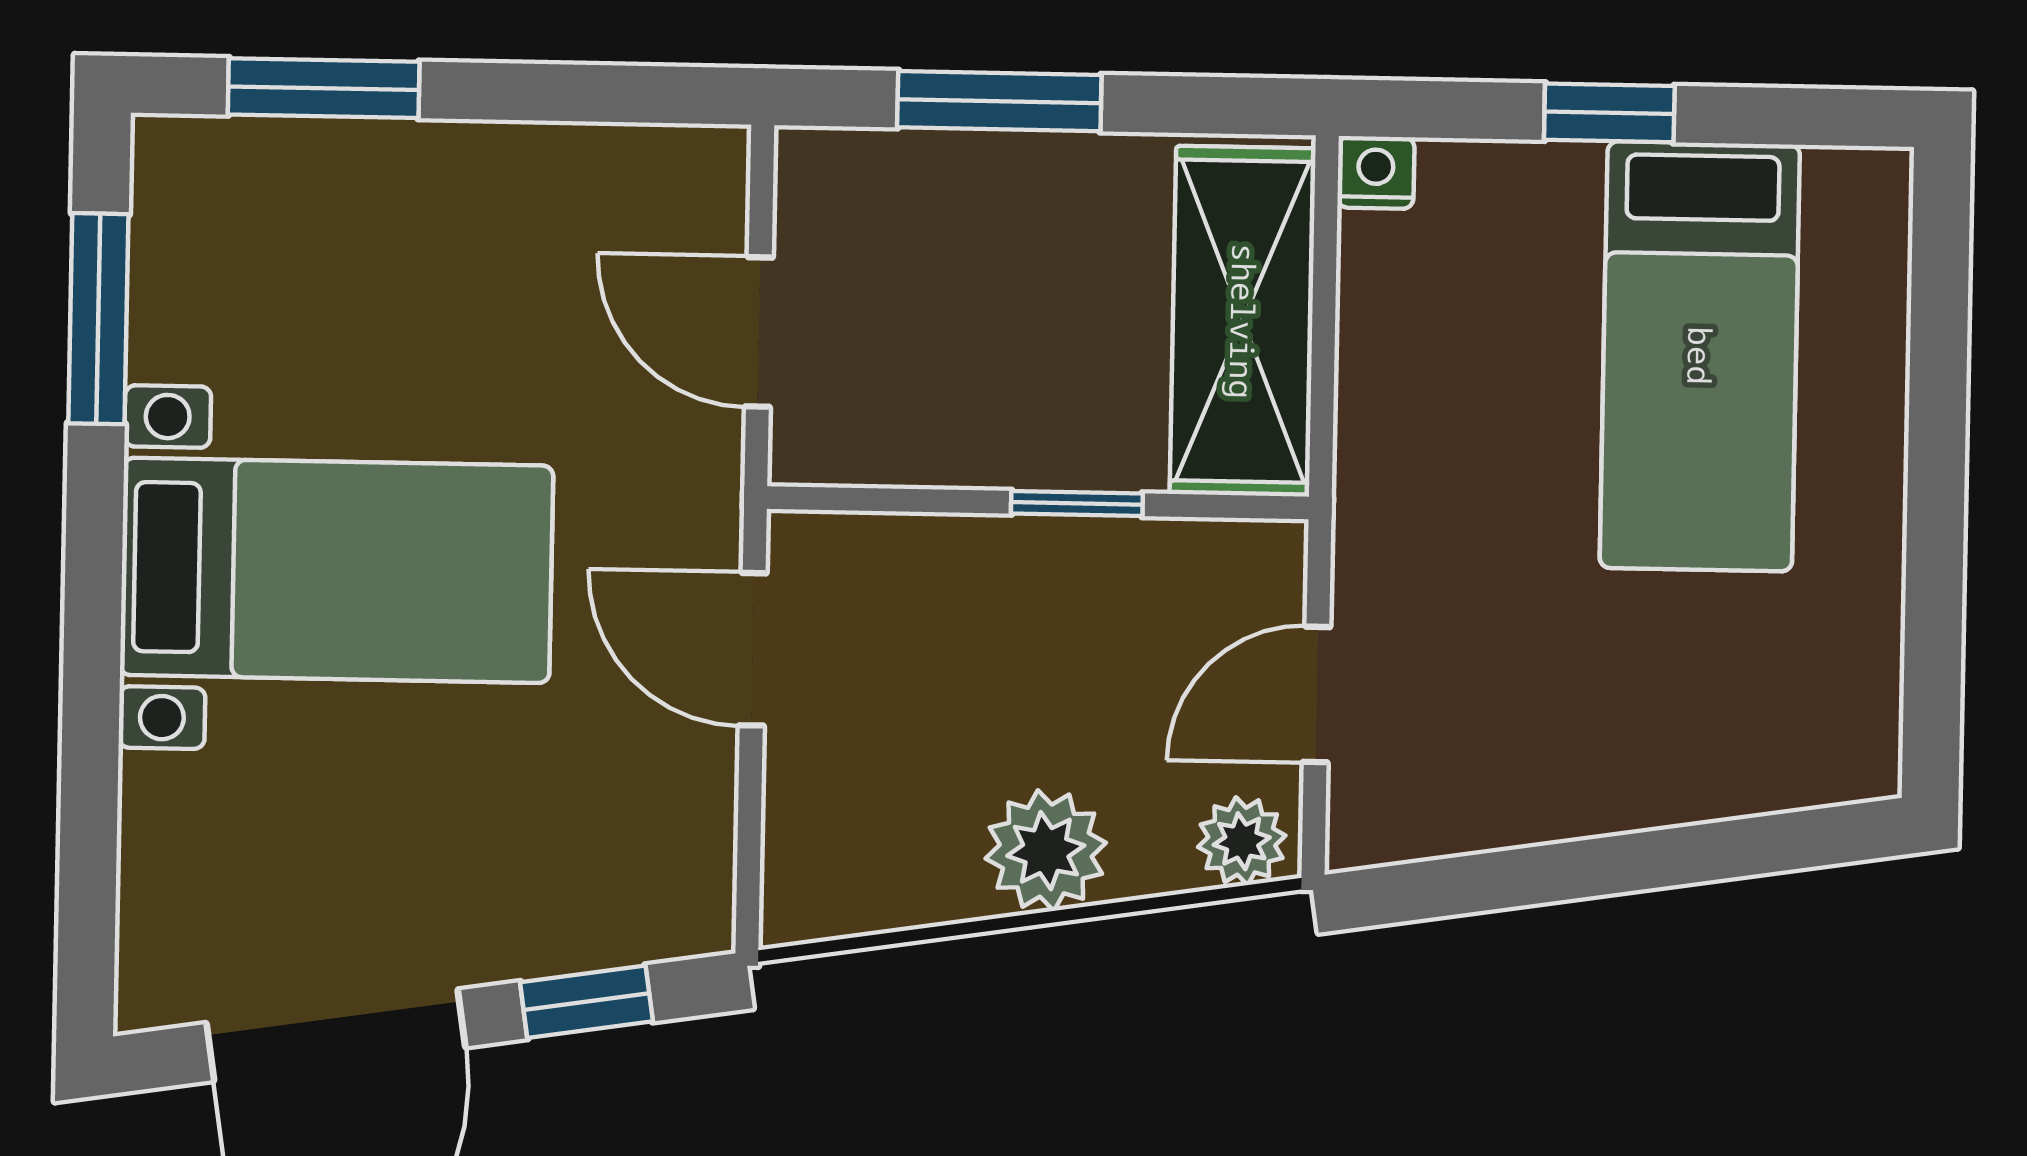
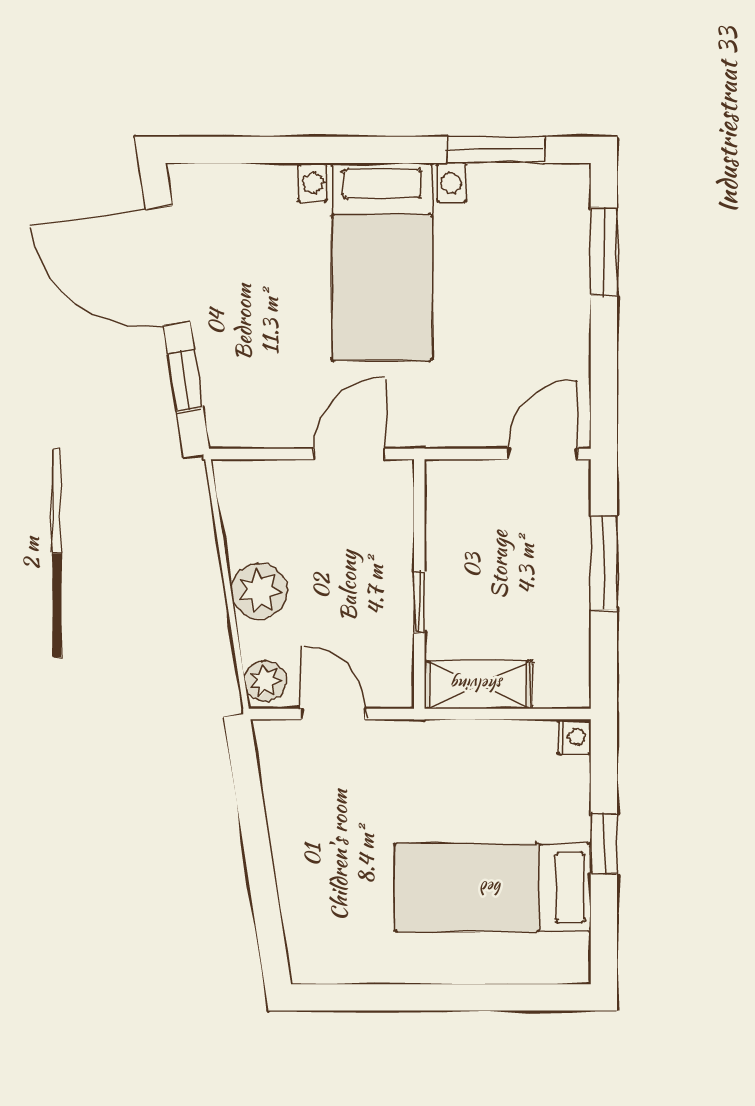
shelving: (1243, 321) -> (478, 685), width x0.67, depth x0.75
door: (759, 332) -> (542, 454), moved

